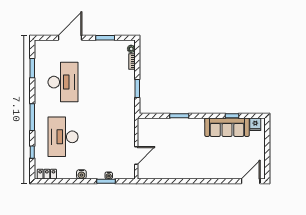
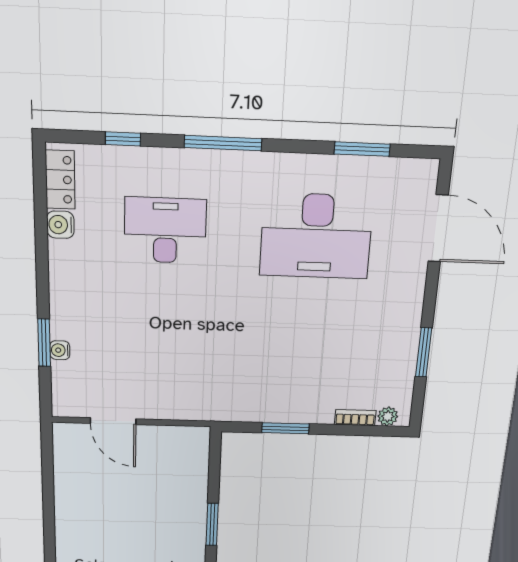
door: (70, 38) -> (438, 228), moved
desk: (63, 137) -> (165, 230), width x0.73, depth x0.77
water cooler: (81, 174) -> (60, 225), moved

